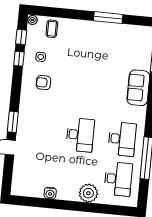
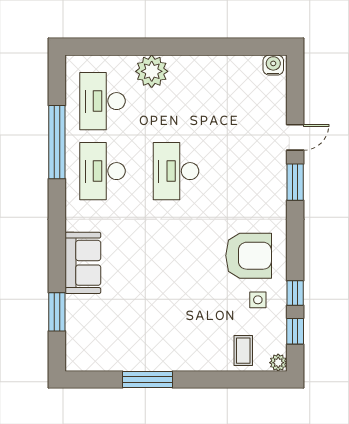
armchair: (43, 83) -> (249, 256), width x1.88, depth x1.88
water cooler: (50, 193) -> (273, 65), moved

